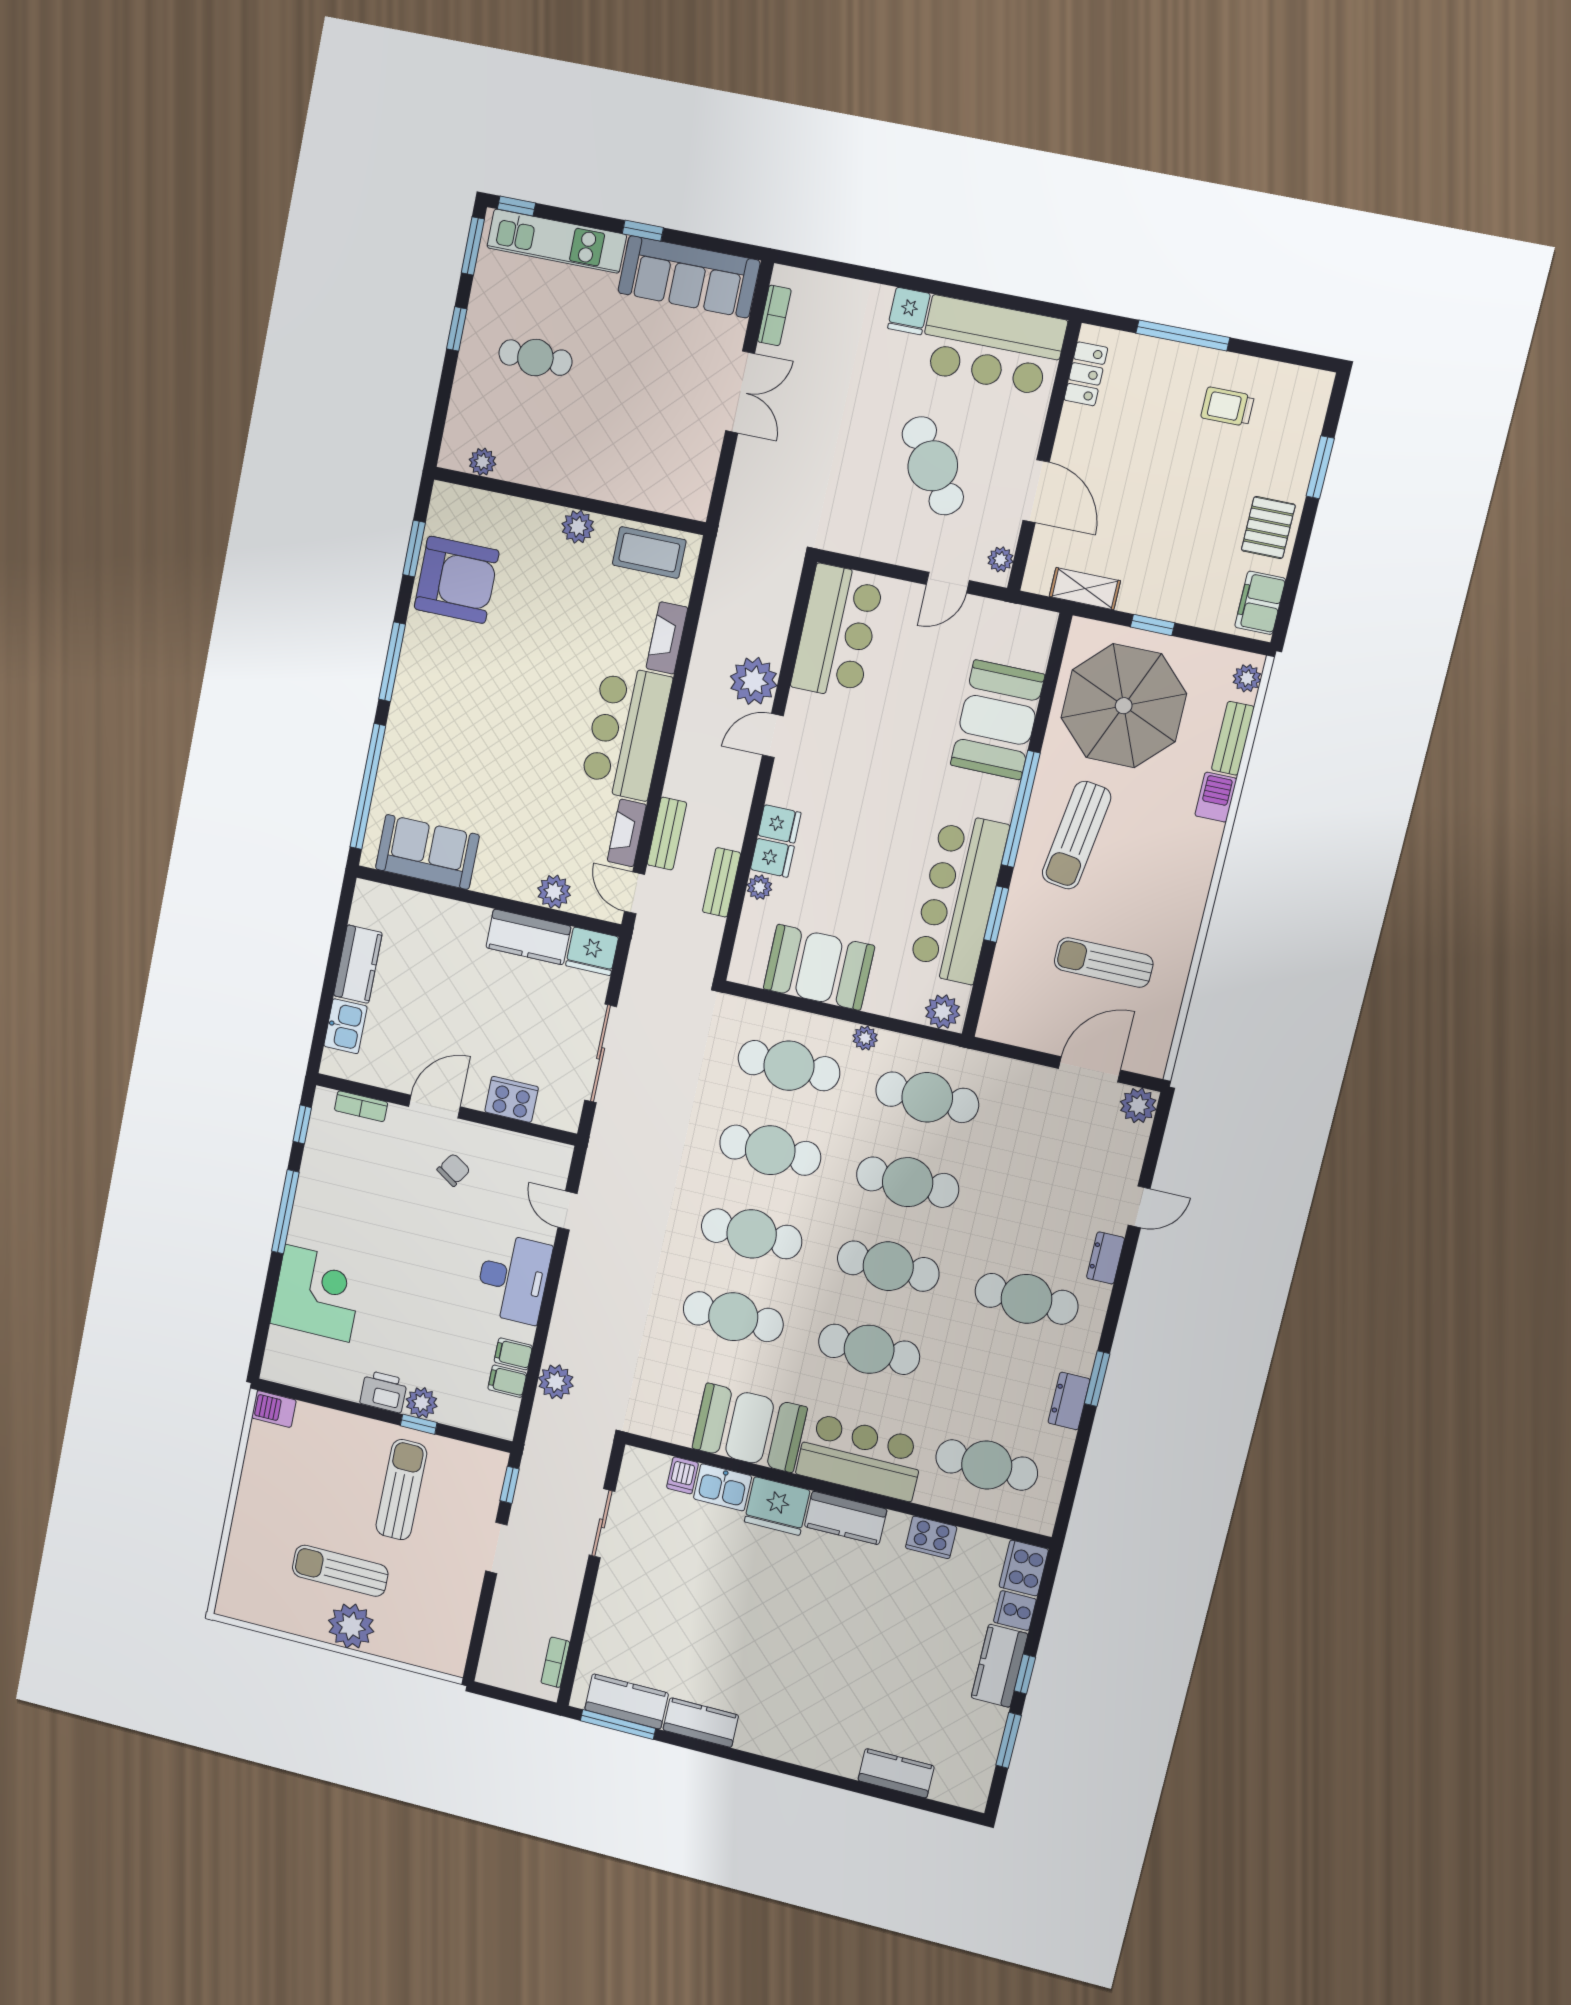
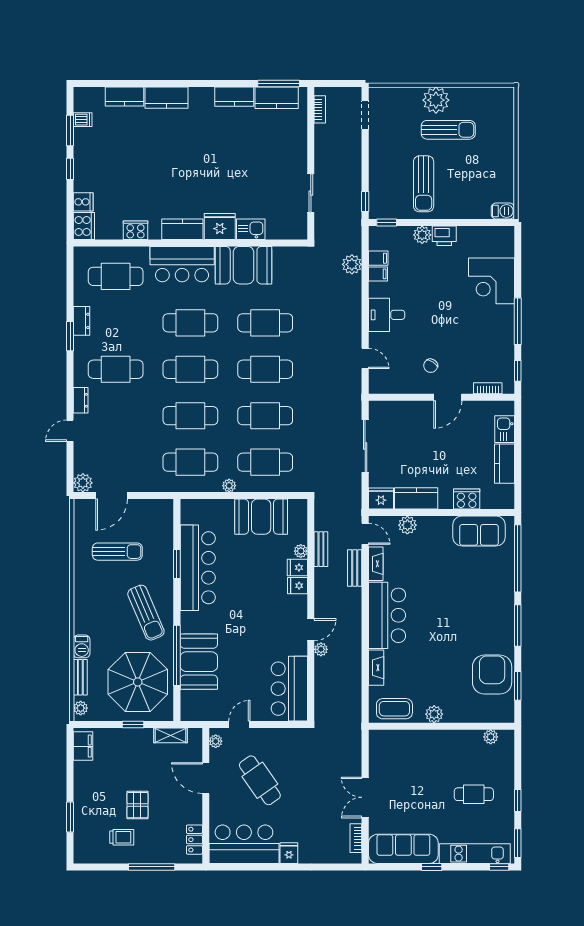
pallet: (1268, 528) -> (137, 805), moved
armchair: (457, 580) -> (492, 675), turned 90
plant: (754, 681) -> (321, 649), width x0.53, depth x0.53
window: (1021, 809) -> (177, 655), moved
sun lounger: (1076, 835) -> (146, 613), turned 149
plant: (943, 1012) -> (193, 508), removed
cooker: (512, 1099) -> (467, 499), moved, turned 180
desk: (513, 1279) -> (387, 315), width x0.73
window: (419, 1424) -> (387, 223), moved
dishwasher: (683, 1475) -> (83, 120), moved, turned 90
doorway: (496, 1548) -> (365, 115), moved
kitchen counter: (999, 1666) -> (166, 98), moved, turned 90

